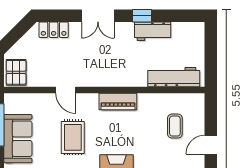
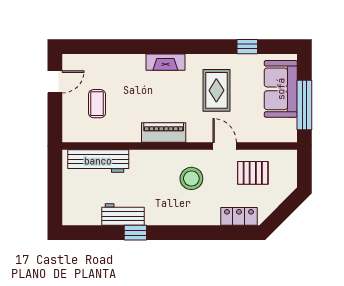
double door: (98, 16) -> (187, 233), removed
stool: (94, 62) -> (191, 178), added
pallet: (16, 72) -> (253, 173), moved, turned 90

